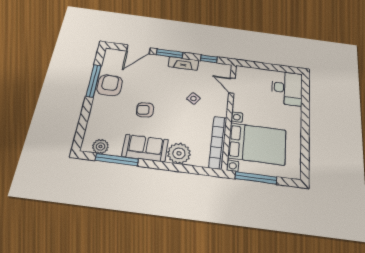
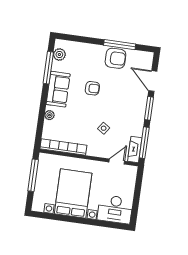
window: (209, 59) -> (144, 143), width x2.17
fireplace: (183, 63) -> (135, 149), moved
armchair: (145, 110) -> (92, 88), turned 97
bed with nightstands: (257, 144) -> (73, 193), moved, turned 180
plant: (179, 153) -> (49, 115), width x0.53, depth x0.53

